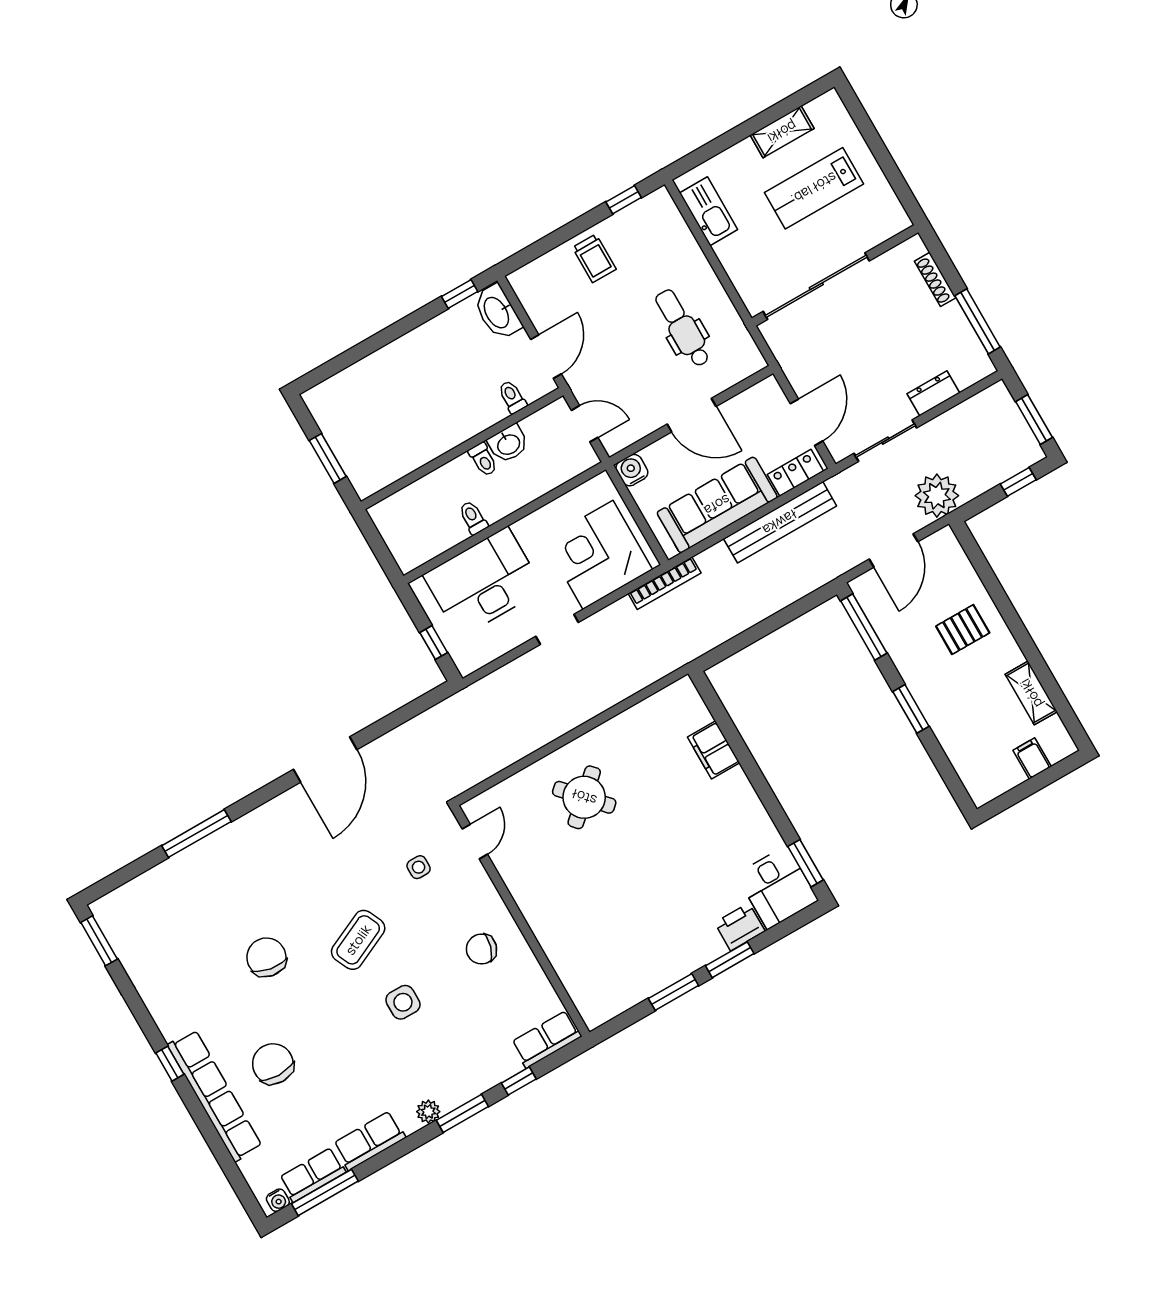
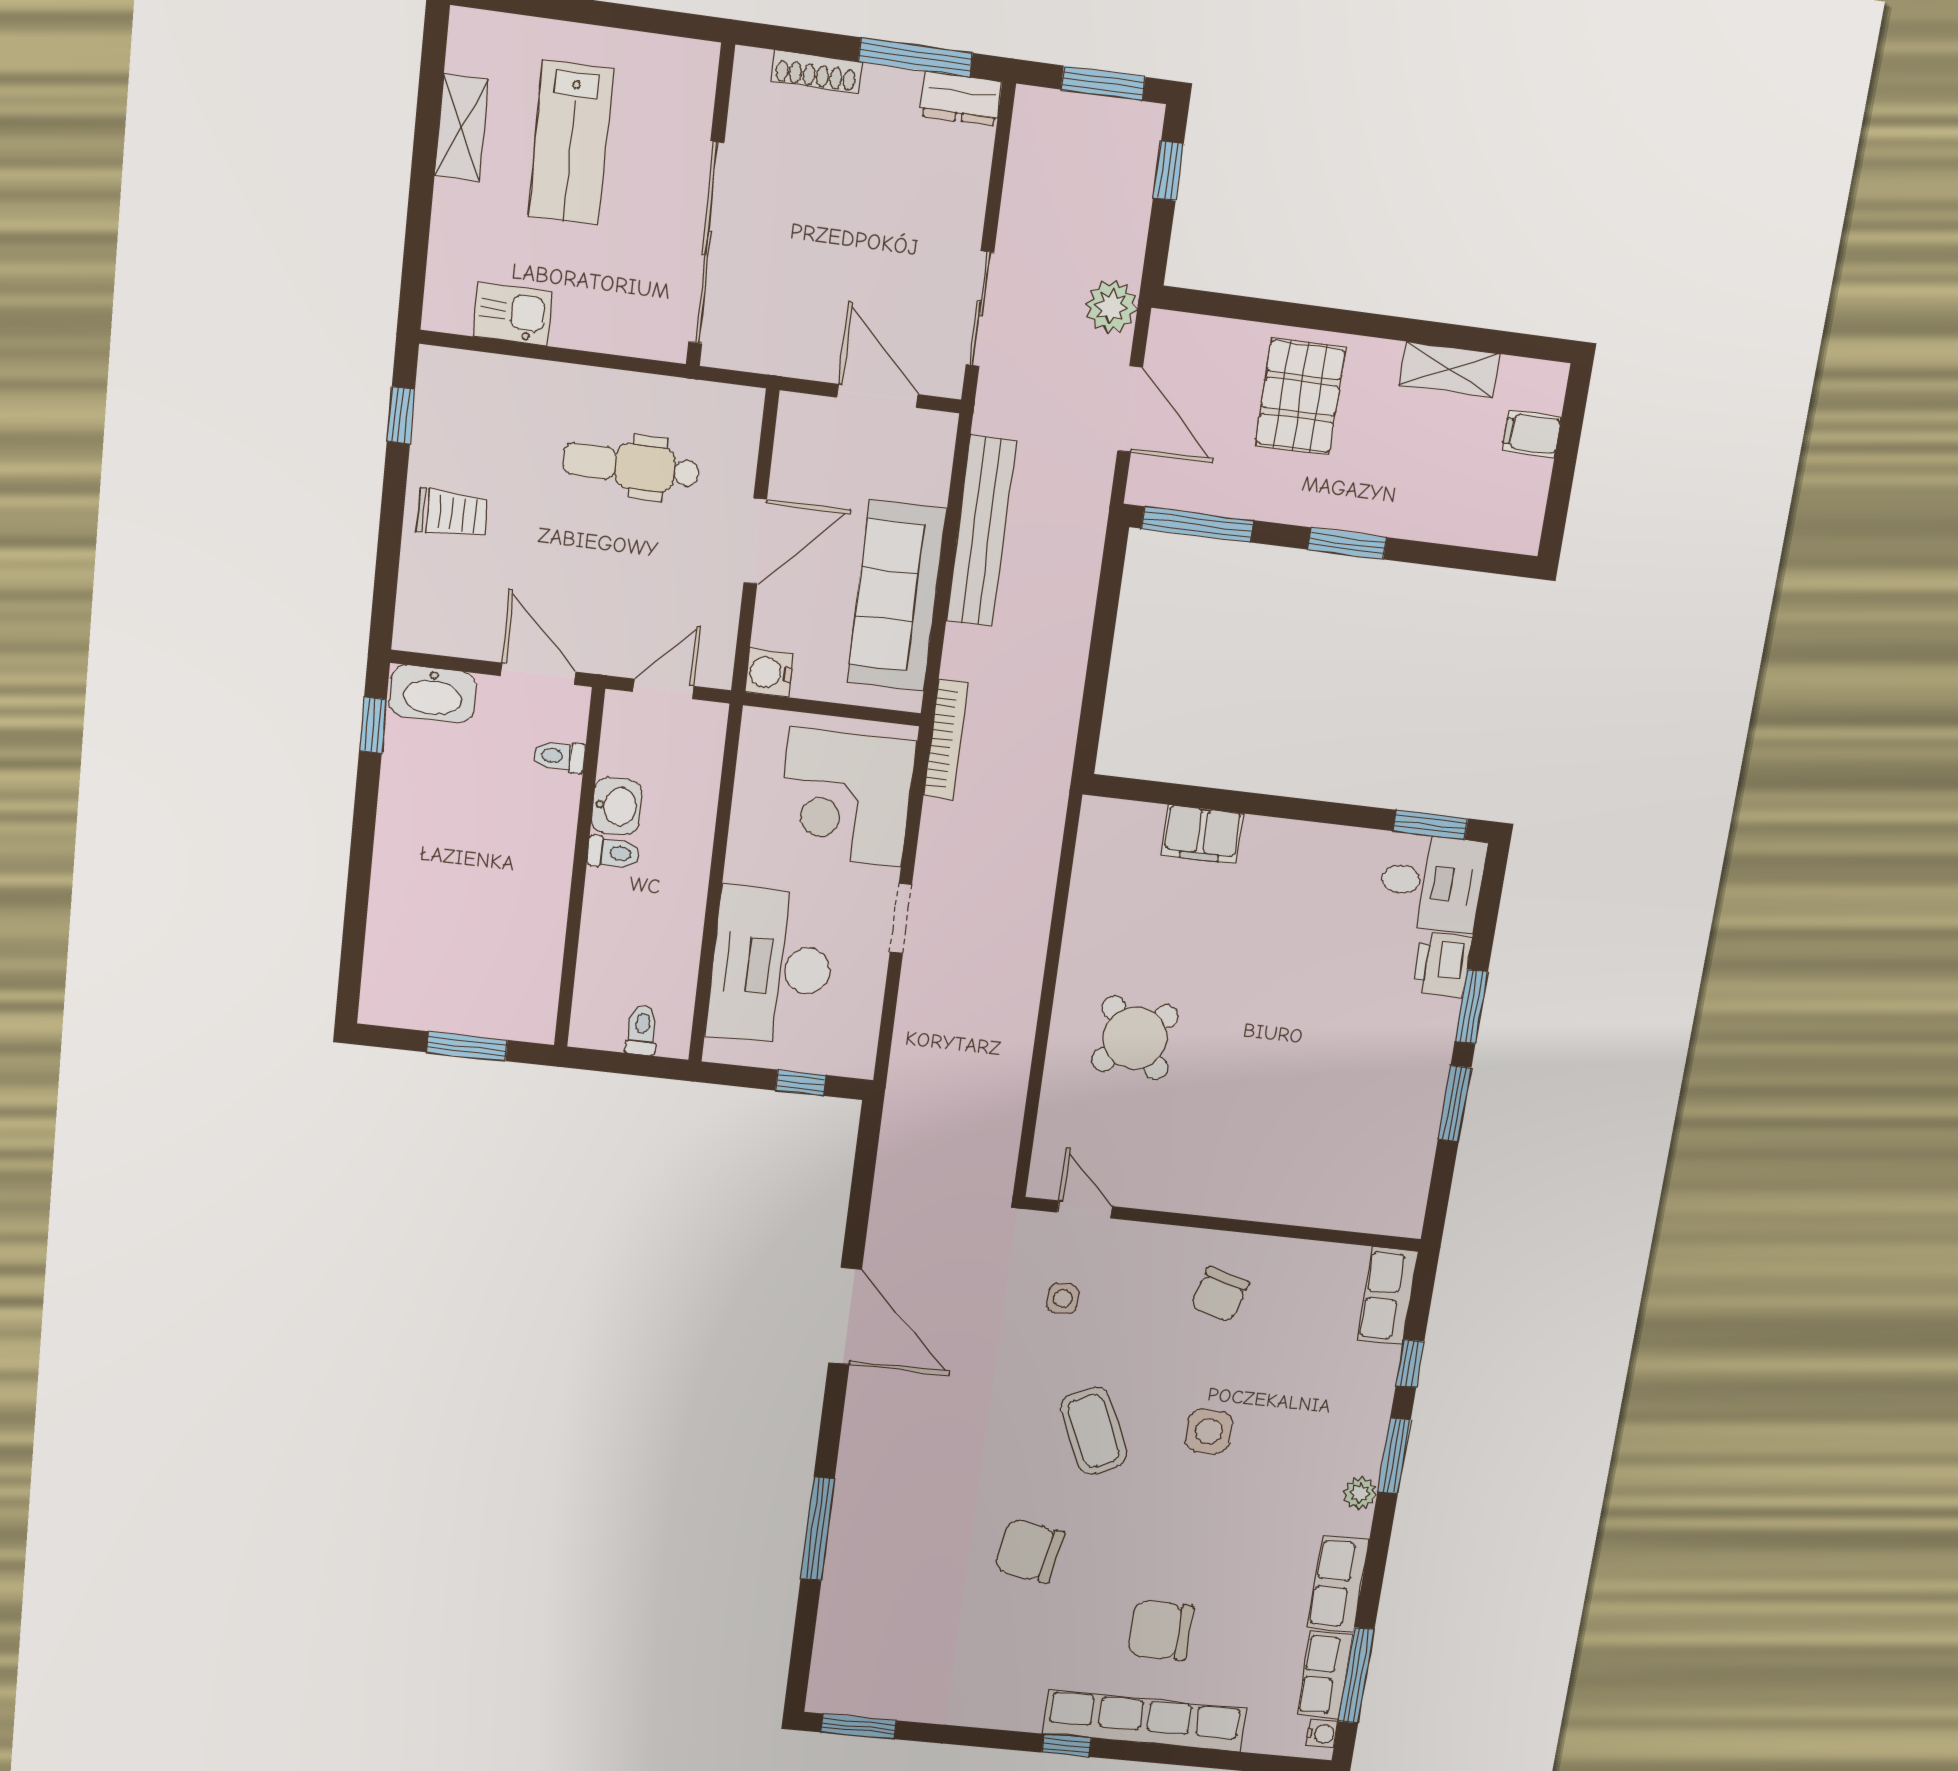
kitchen sink: (709, 211) -> (513, 314), width x0.73
dresser: (933, 393) -> (961, 99), moved, turned -90
locker: (795, 473) -> (932, 461), removed
plant: (937, 496) -> (1111, 307), width x0.73, depth x0.73
toilet: (473, 518) -> (642, 1030), moved, turned 90
pallet: (963, 630) -> (1300, 397), width x1.50, depth x1.42

